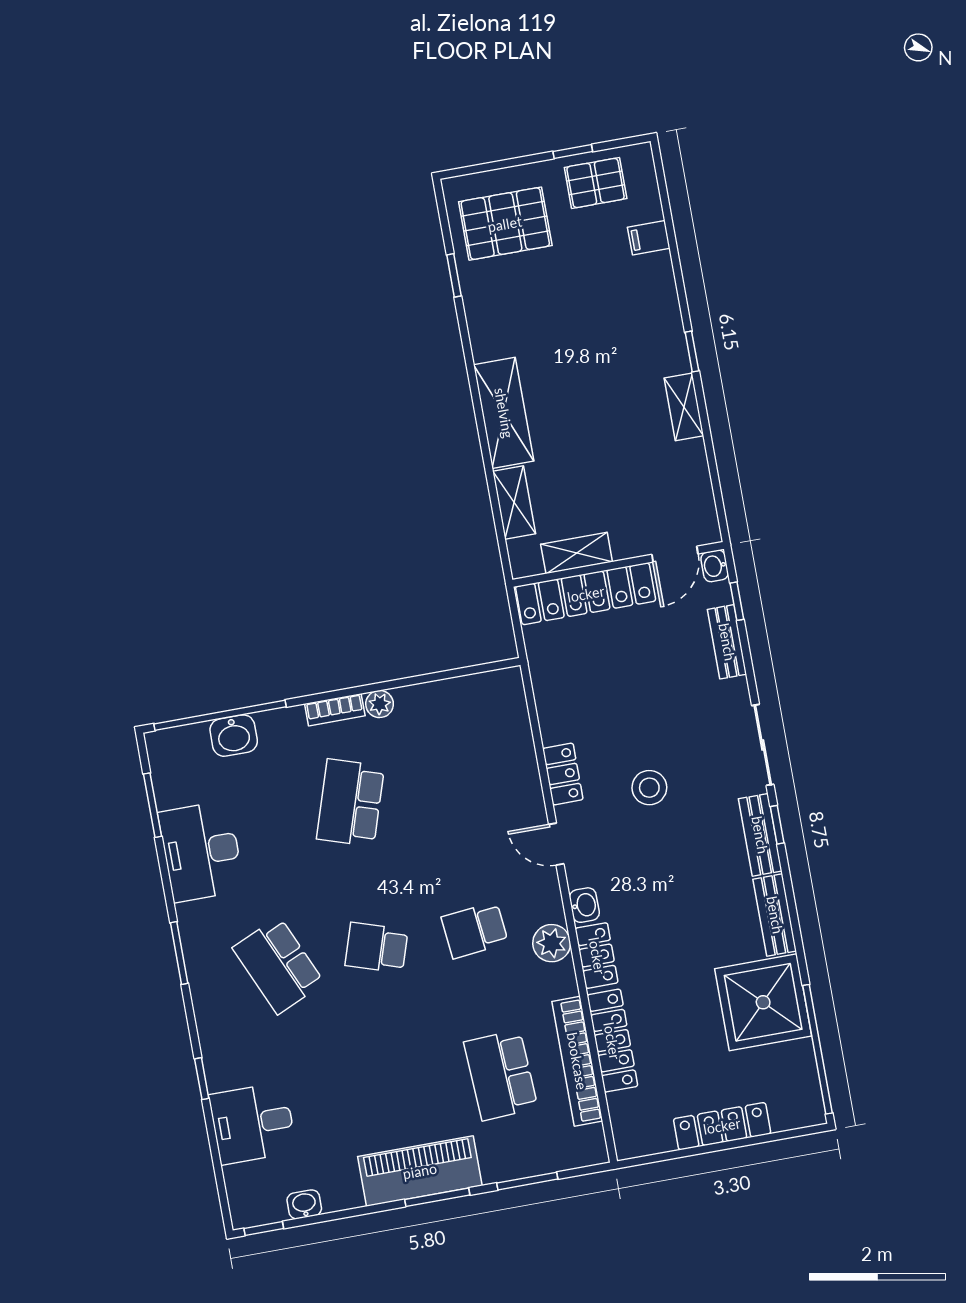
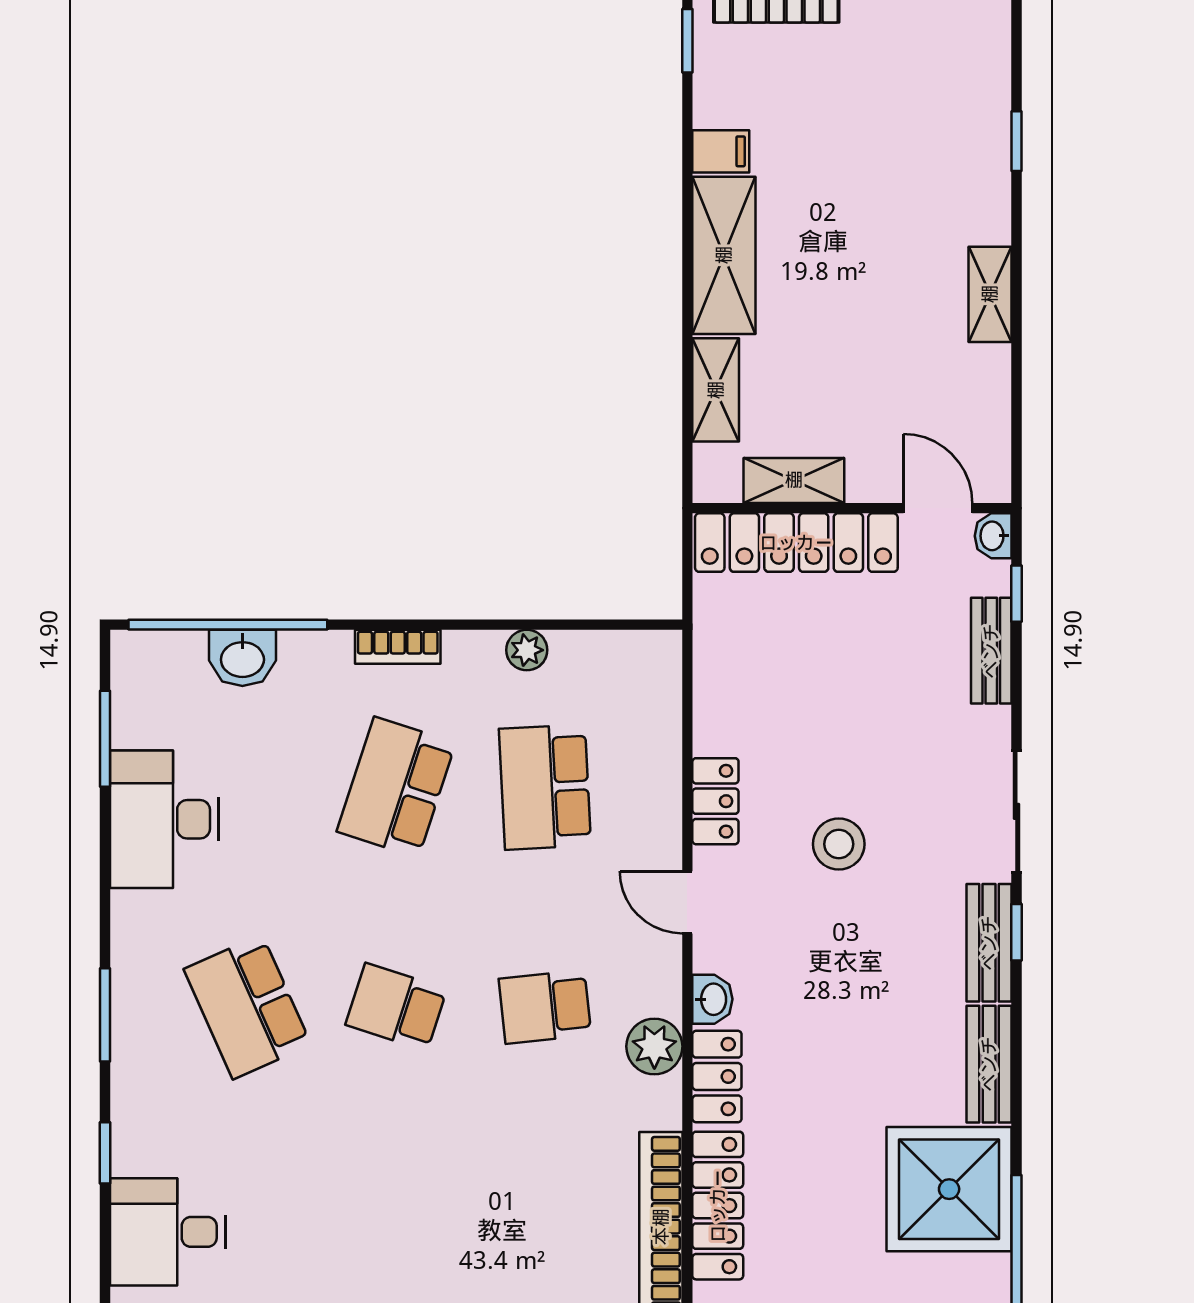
filing cabinet: (649, 238) -> (721, 151), moved, turned 180
window: (692, 351) -> (1016, 141), moved
door: (675, 554) -> (938, 508), swing flipped
plant: (380, 704) -> (527, 650), moved
window: (179, 953) -> (105, 1015), moved
school desk: (501, 1075) -> (545, 787), moved

